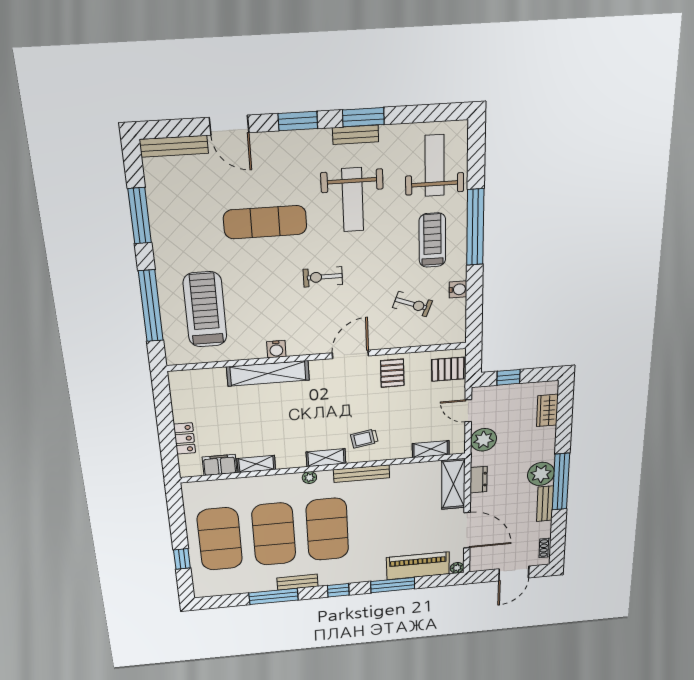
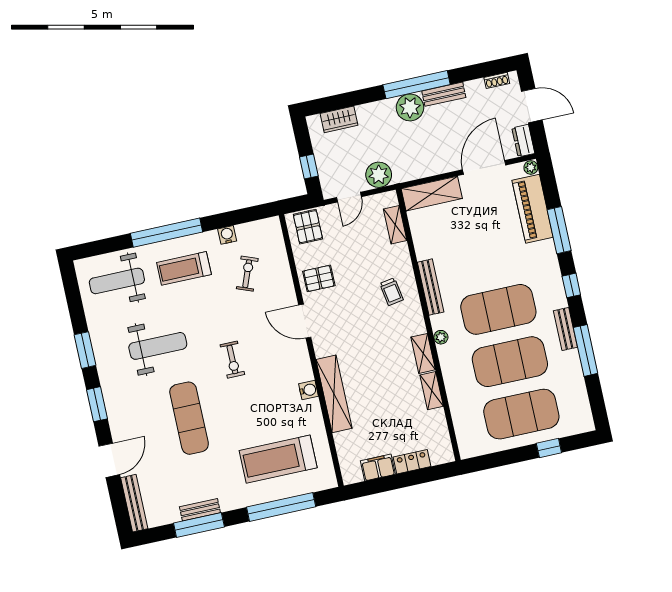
bench: (356, 135) -> (200, 510), moved, turned 90
shelving: (326, 458) -> (423, 353), moved
filing cabinet: (220, 465) -> (378, 468), moved, turned 90
dresser: (479, 480) -> (523, 141), moved, turned -90

